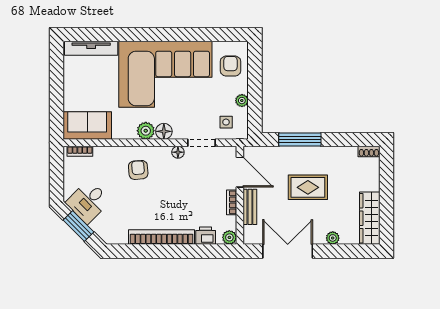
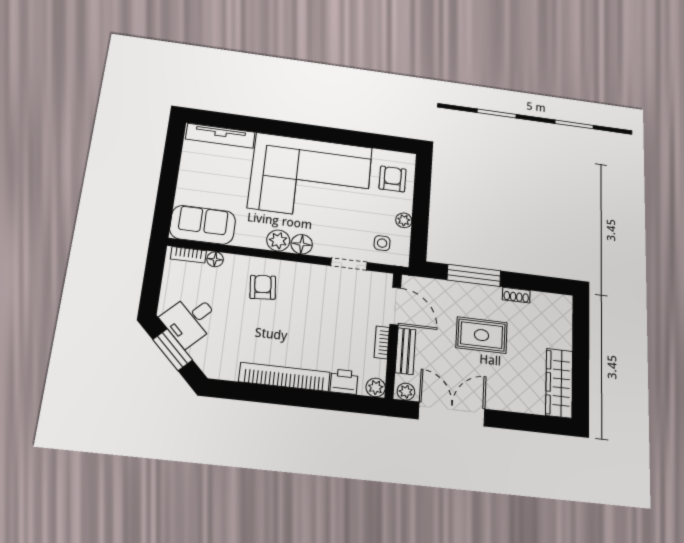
shoe rack: (369, 151) -> (516, 295), moved
floor lamp: (178, 152) -> (215, 259), moved
plant: (333, 238) -> (406, 392), moved

